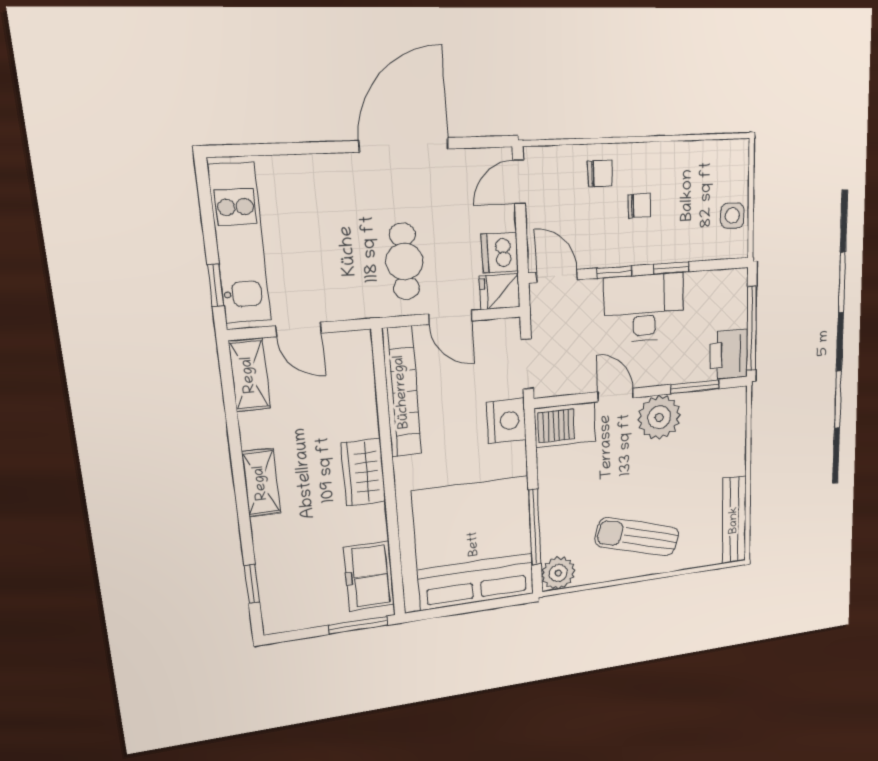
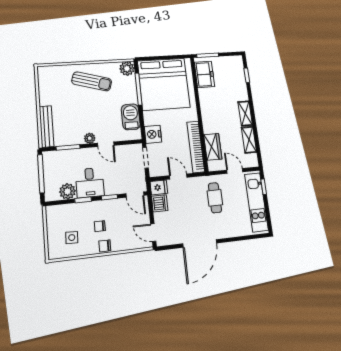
chair: (600, 173) -> (105, 246), moved
door: (519, 182) -> (153, 233), swing flipped
side table: (732, 216) -> (72, 238), moved
cafe table: (404, 261) -> (215, 198), moved
plant: (702, 289) -> (67, 191), added
desk: (644, 308) -> (90, 183), width x0.73
printer: (729, 355) -> (52, 162), removed
shelving: (249, 375) -> (249, 140), moved
plant: (659, 417) -> (90, 138), width x0.53, depth x0.53
barbecue: (565, 425) -> (131, 117), moved, turned -90
wardrobe: (364, 472) -> (213, 147), moved
bench: (734, 520) -> (46, 126), moved

